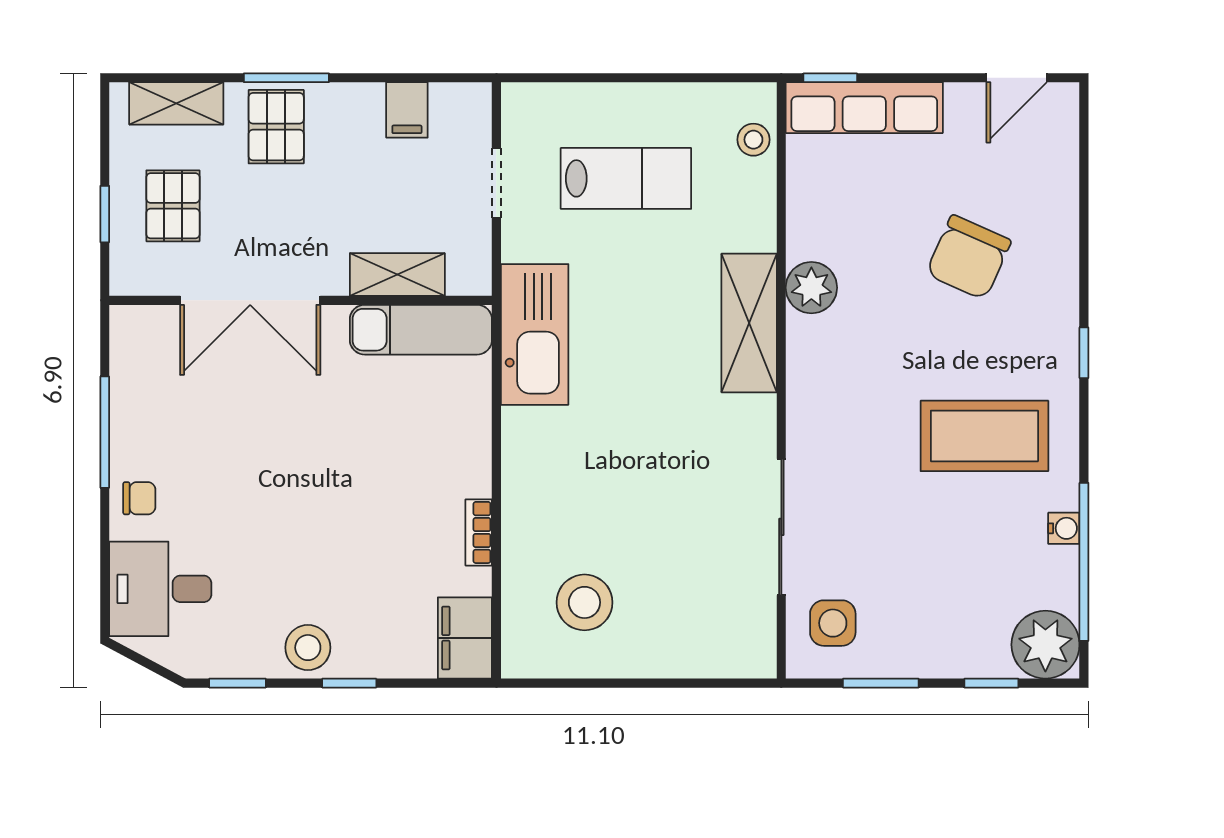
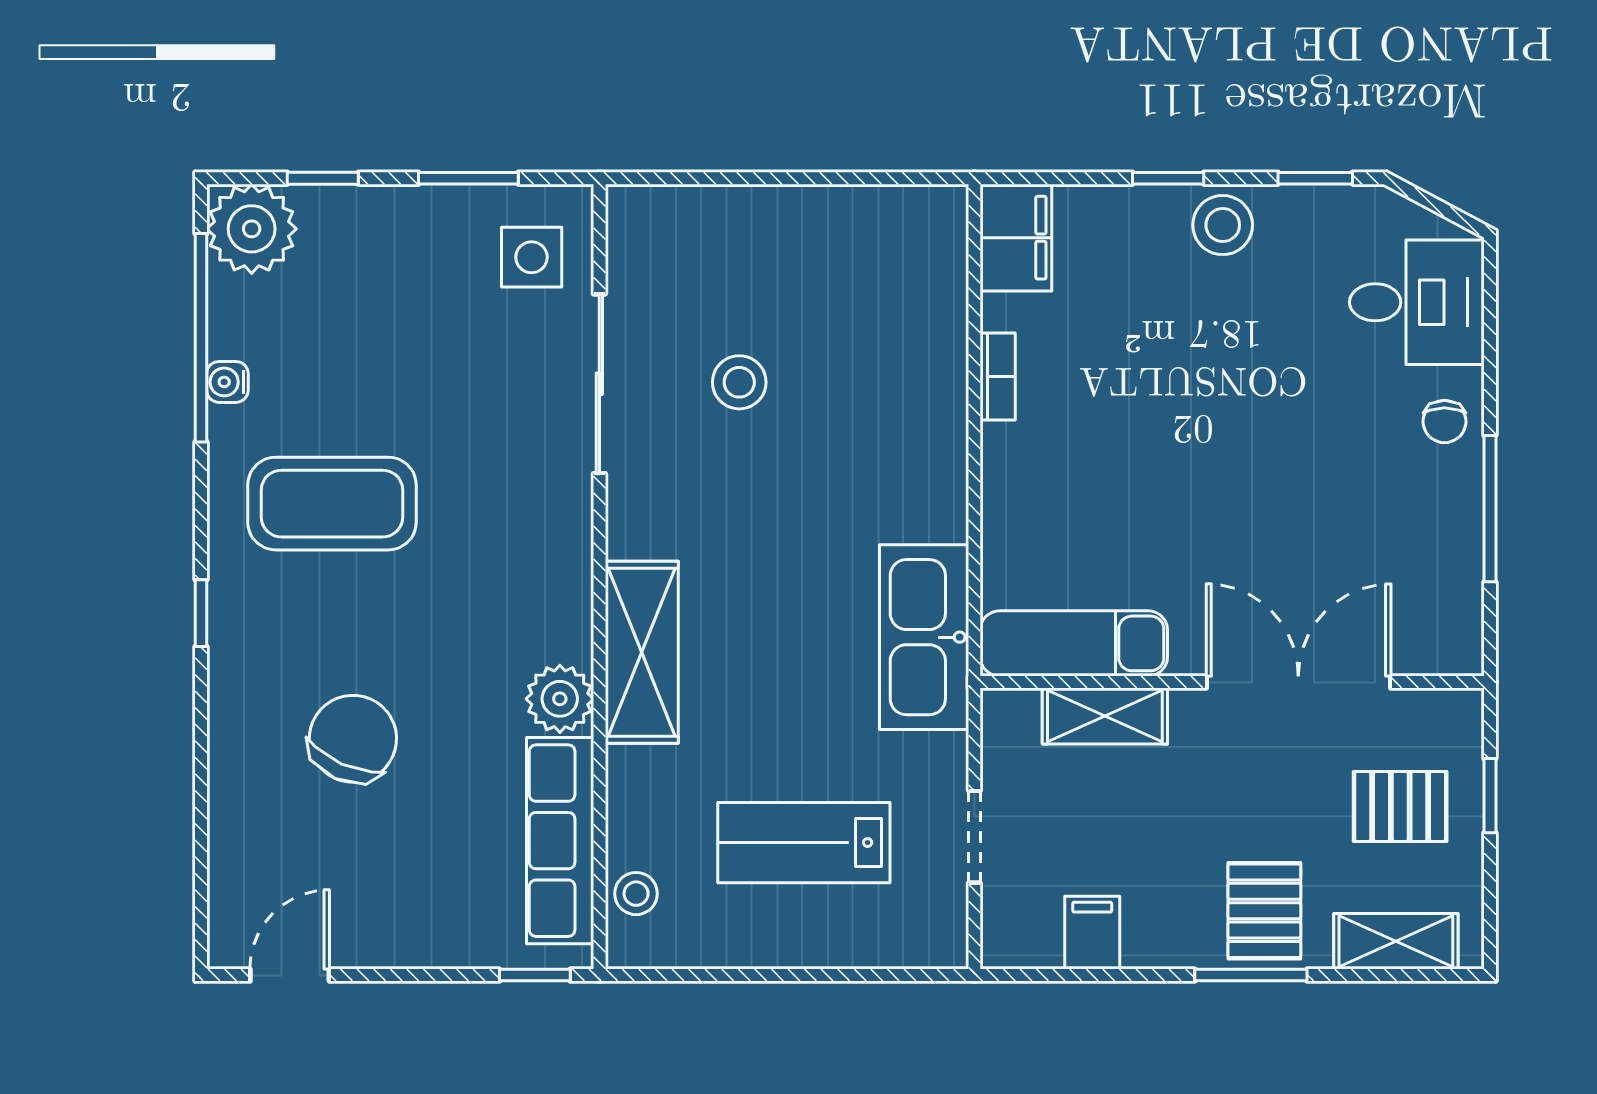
row of seats: (864, 108) -> (560, 841), moved, turned -90
pallet: (173, 206) -> (1400, 807), turned 90
chair: (139, 498) -> (1444, 422), turned -90
stool: (584, 602) -> (739, 382), moved, width x0.73, depth x0.73

